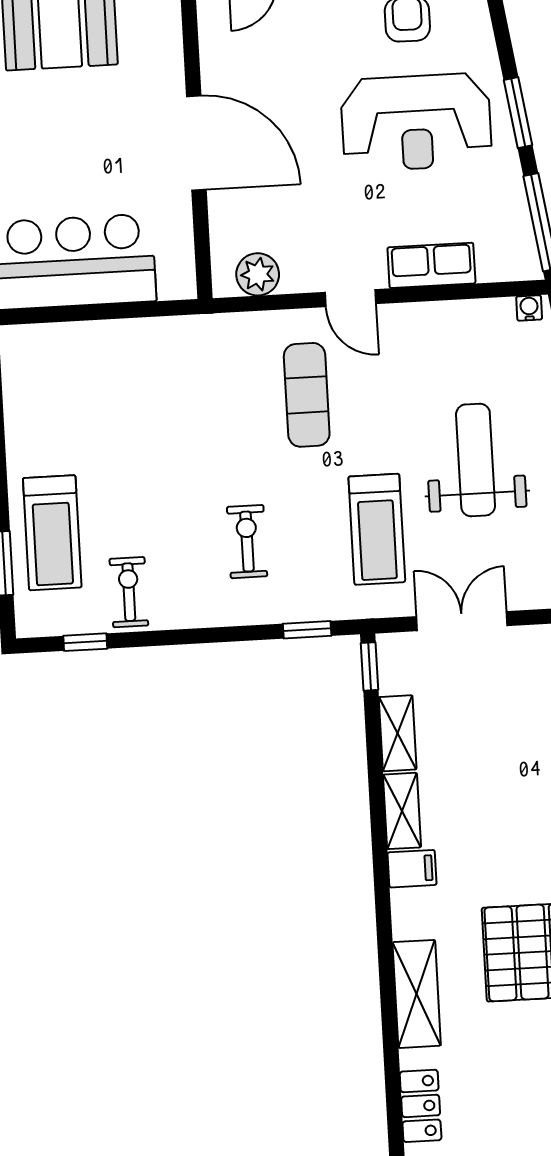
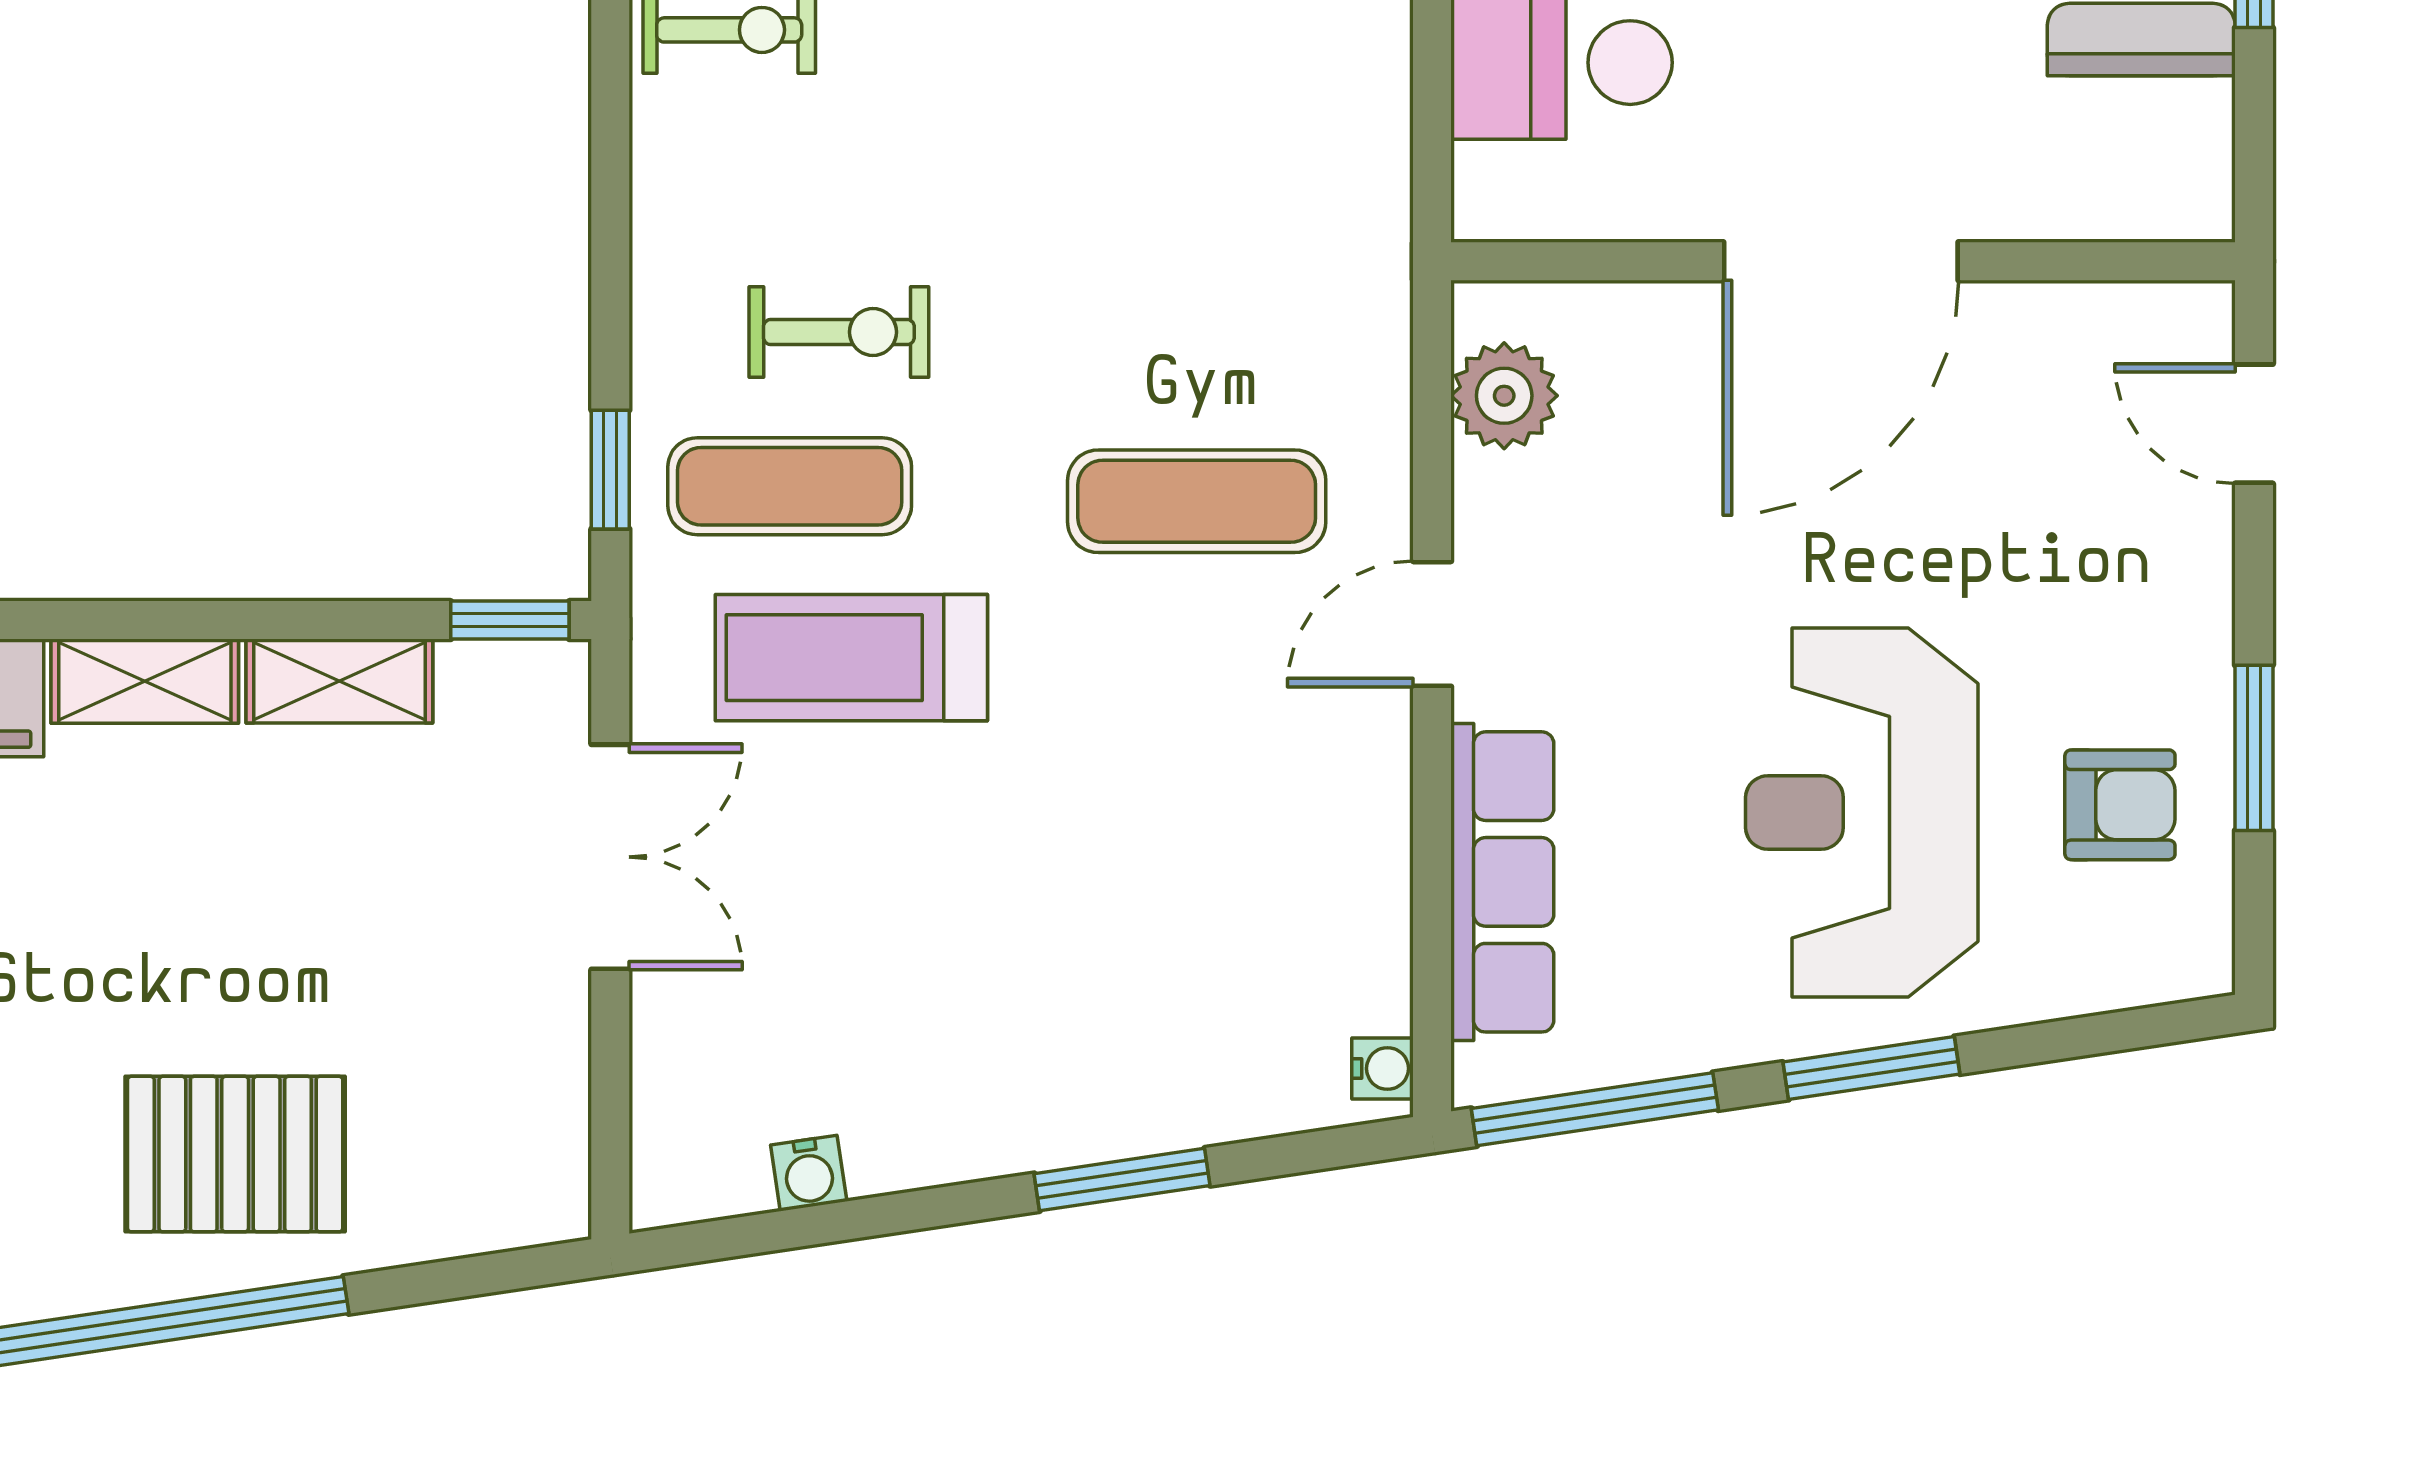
row of seats: (431, 265) -> (1502, 882), width x1.48
weight bench: (476, 460) -> (1011, 914), removed
exercise mat: (310, 558) -> (790, 486), added

